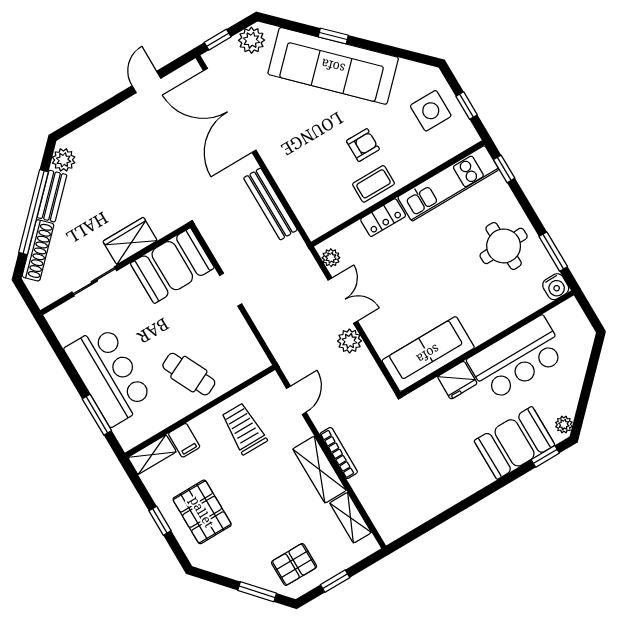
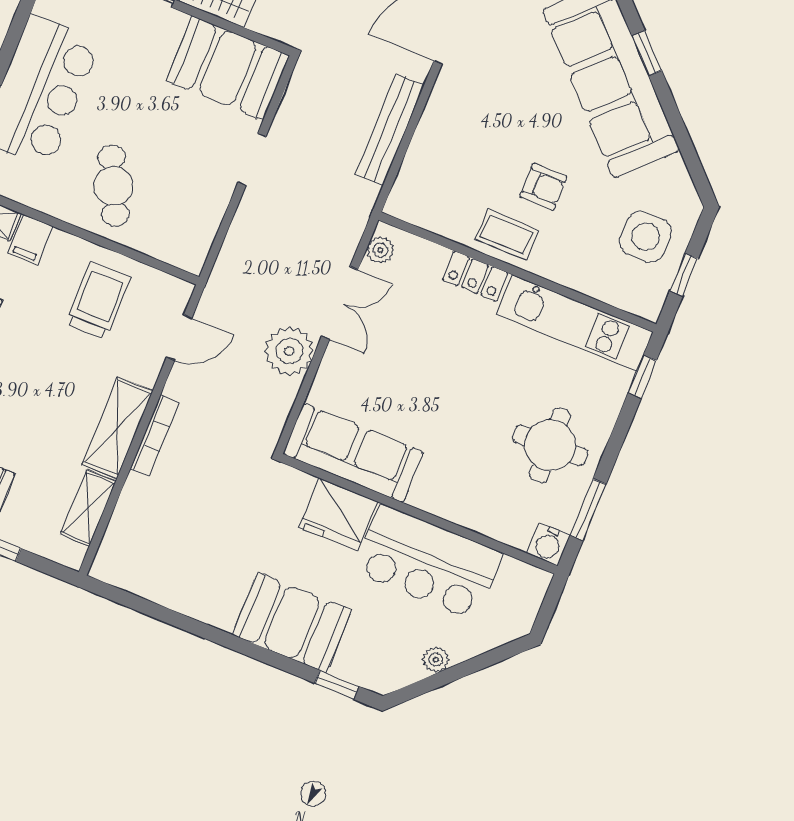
plant: (349, 341) -> (289, 351), width x1.36, depth x1.36
fridge: (457, 380) -> (338, 514), width x1.36, depth x1.34
plant: (564, 425) -> (436, 660), moved
booth: (515, 443) -> (292, 622), moved

